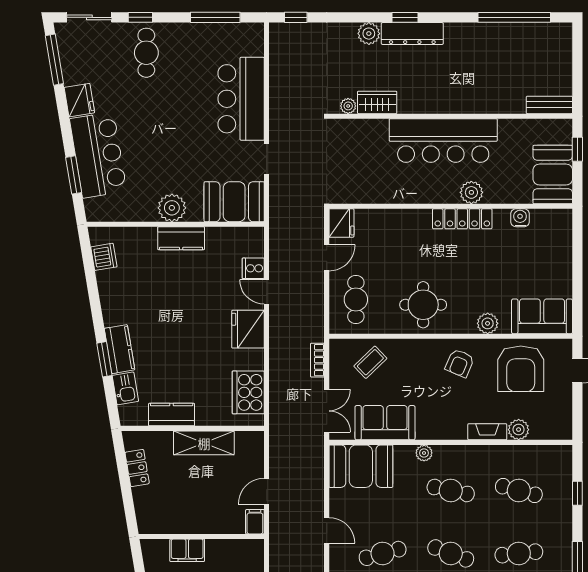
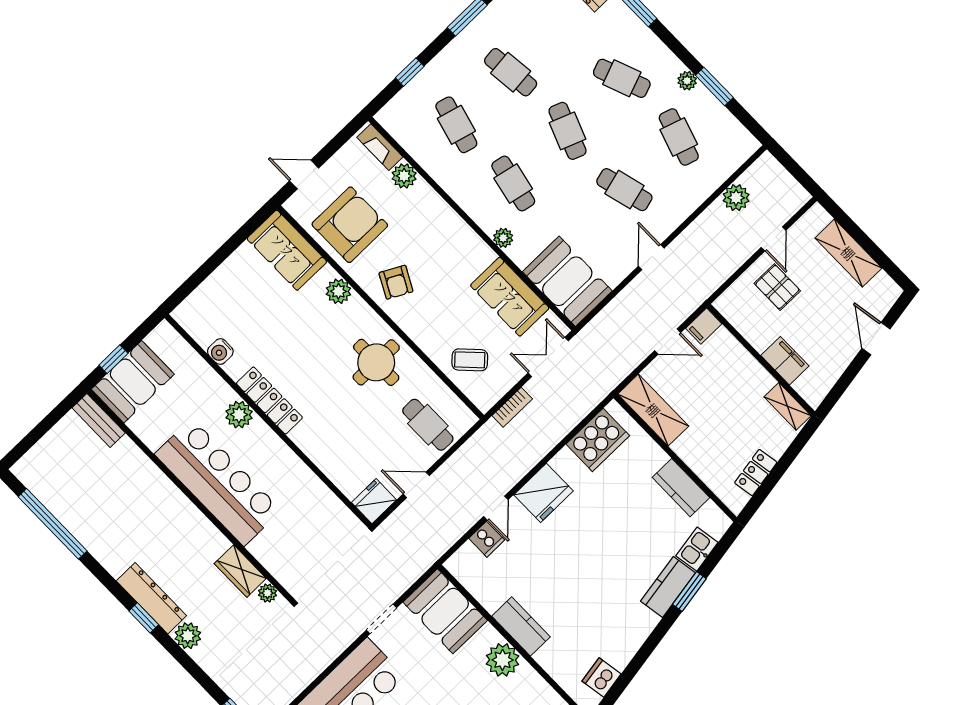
booth: (553, 175) -> (133, 382), moved
cafe table: (356, 299) -> (428, 425), turned 90
armchair: (460, 363) -> (396, 282), turned 95
fireplace: (487, 432) -> (380, 147), moved
shelving: (204, 443) -> (653, 410), moved
shelving: (158, 525) -> (787, 406), added

